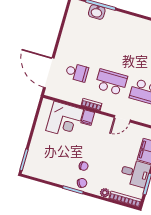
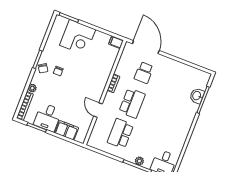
door: (49, 73) -> (146, 47), hinge flipped
filing cabinet: (88, 118) -> (116, 42), moved
corner desk: (65, 120) -> (78, 37), moved, turned -90

